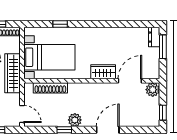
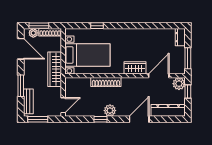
window: (163, 47) -> (188, 58), moved
shoe rack: (50, 88) -> (106, 82), moved
window: (163, 113) -> (188, 92), moved
door: (22, 114) -> (63, 105), hinge flipped
dresser: (141, 120) -> (168, 110), added

